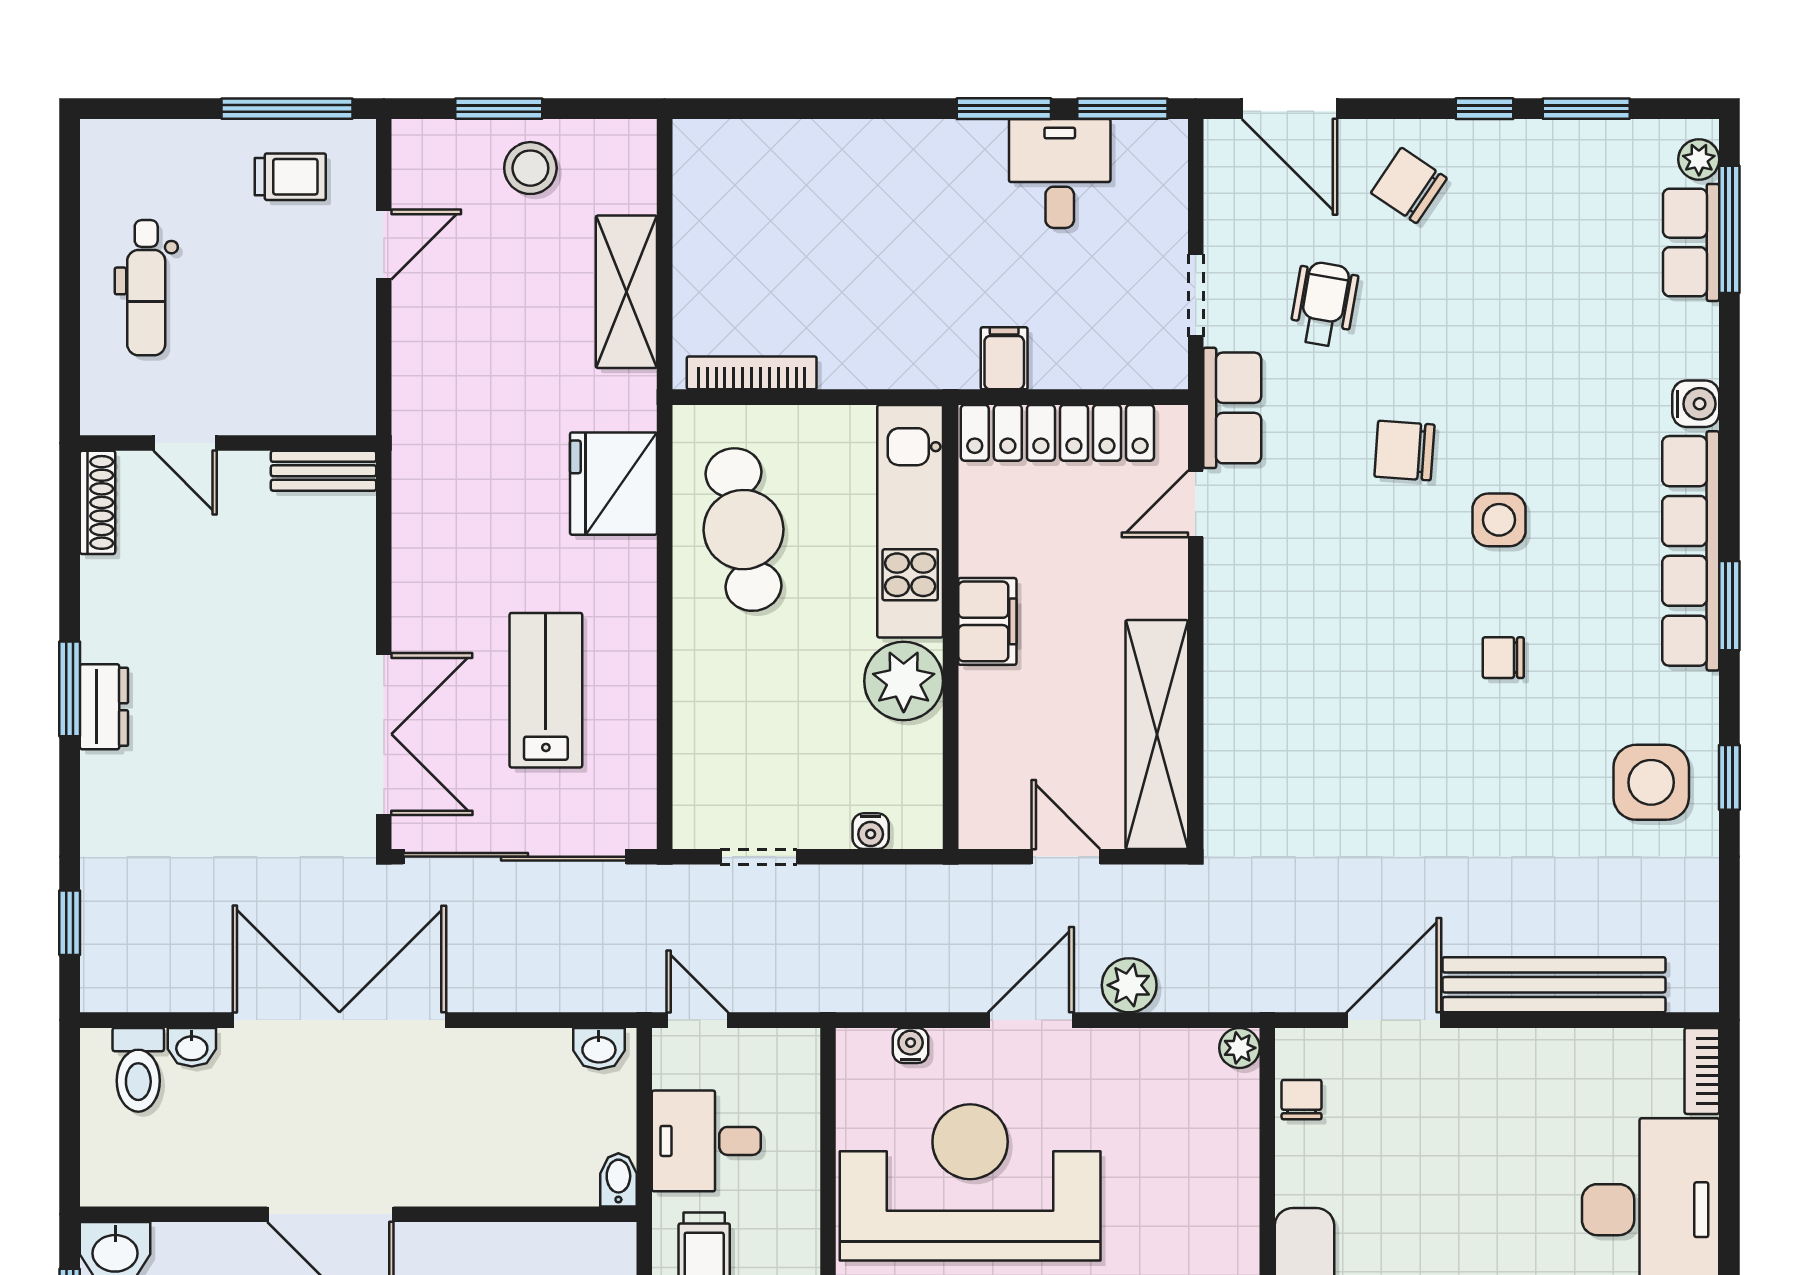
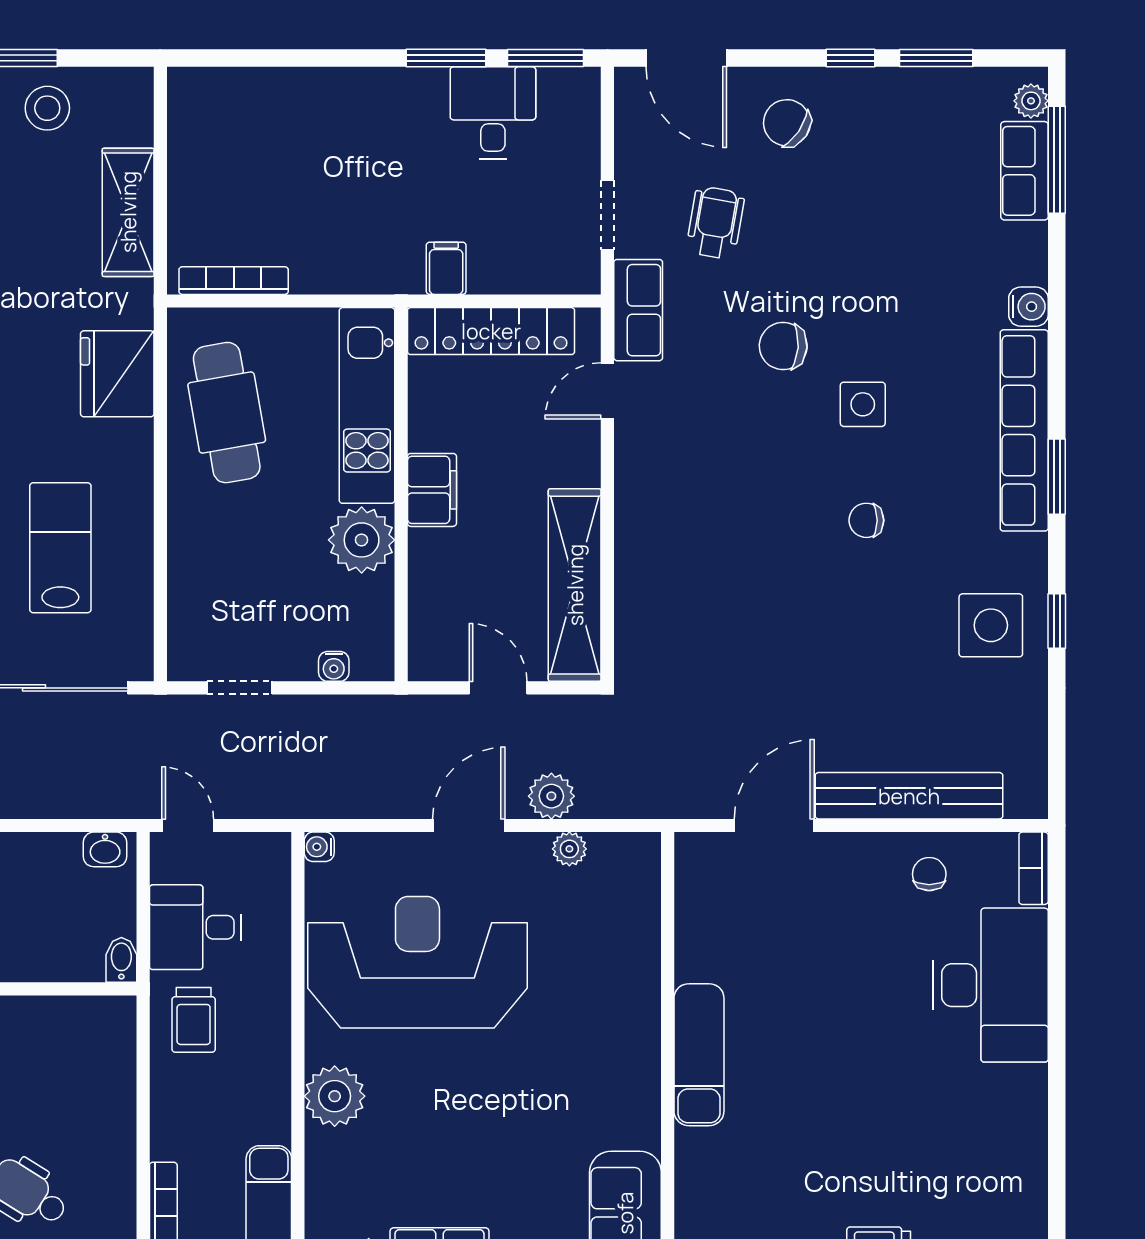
water cooler: (911, 1045) -> (319, 847), moved, turned -90
plant: (1239, 1048) -> (569, 849), moved
chair: (1302, 1100) -> (929, 874), moved

